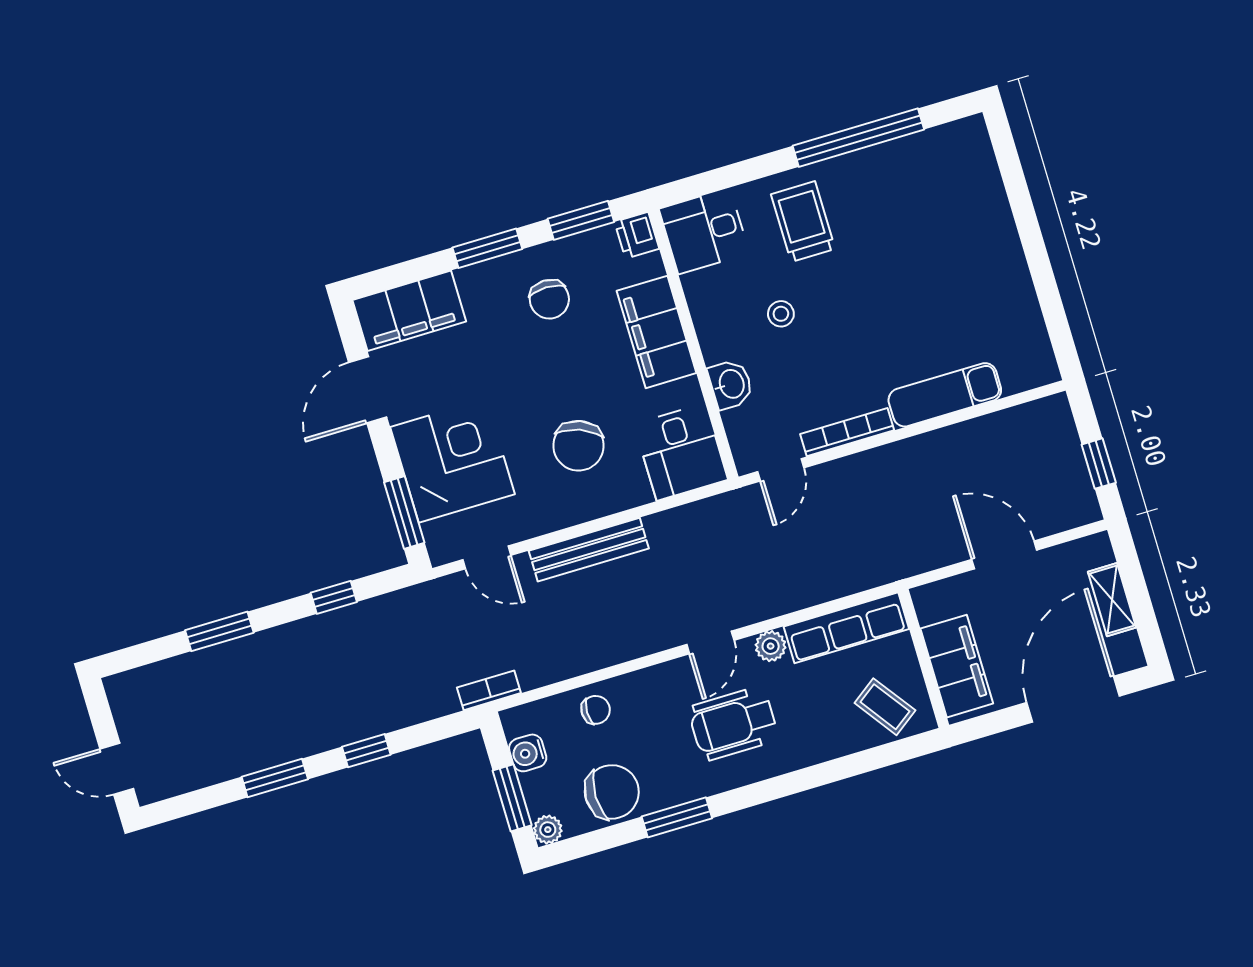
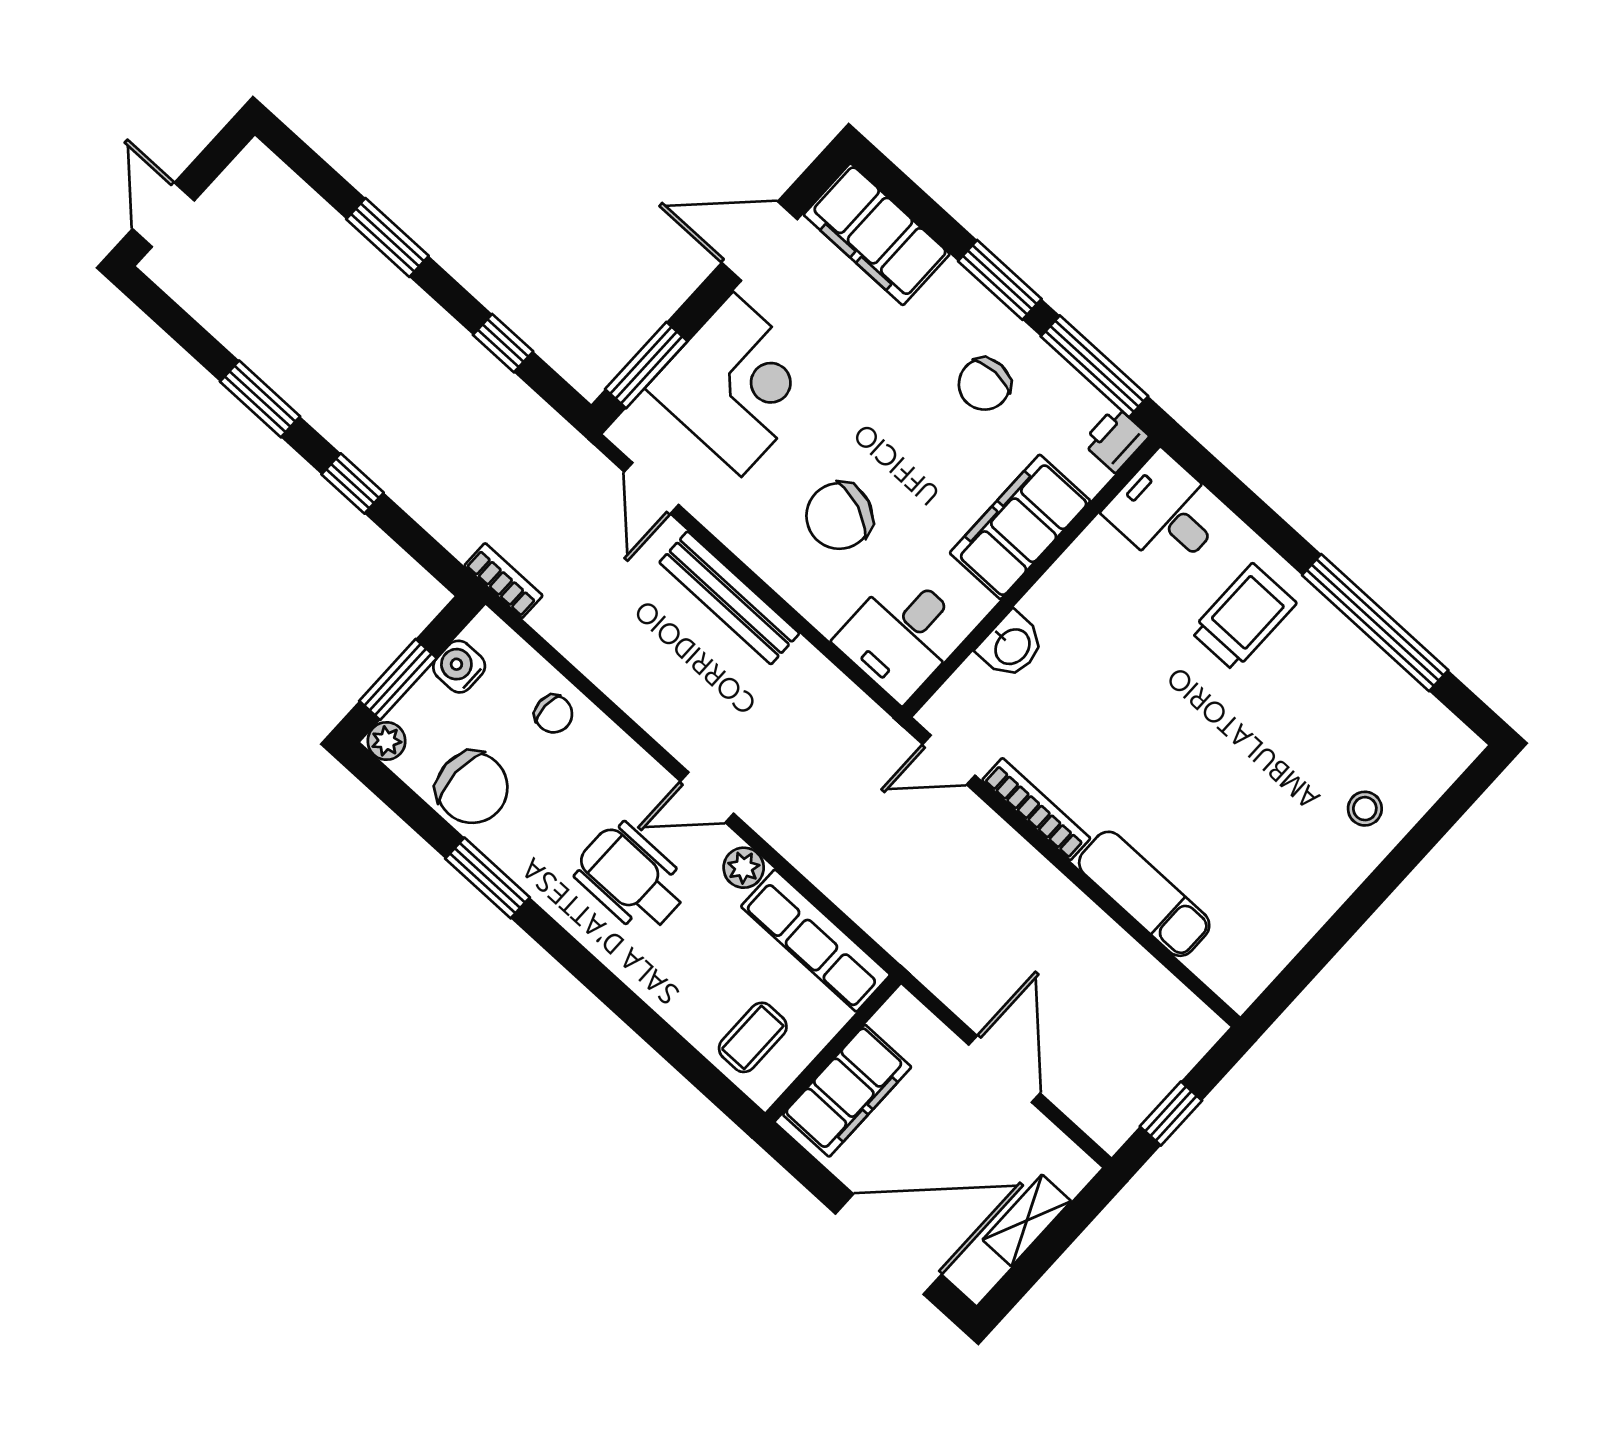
window: (581, 220) -> (1094, 366), width x1.44
stool: (781, 314) -> (1365, 809), moved
coffee table: (885, 707) -> (753, 1037), turned 36

